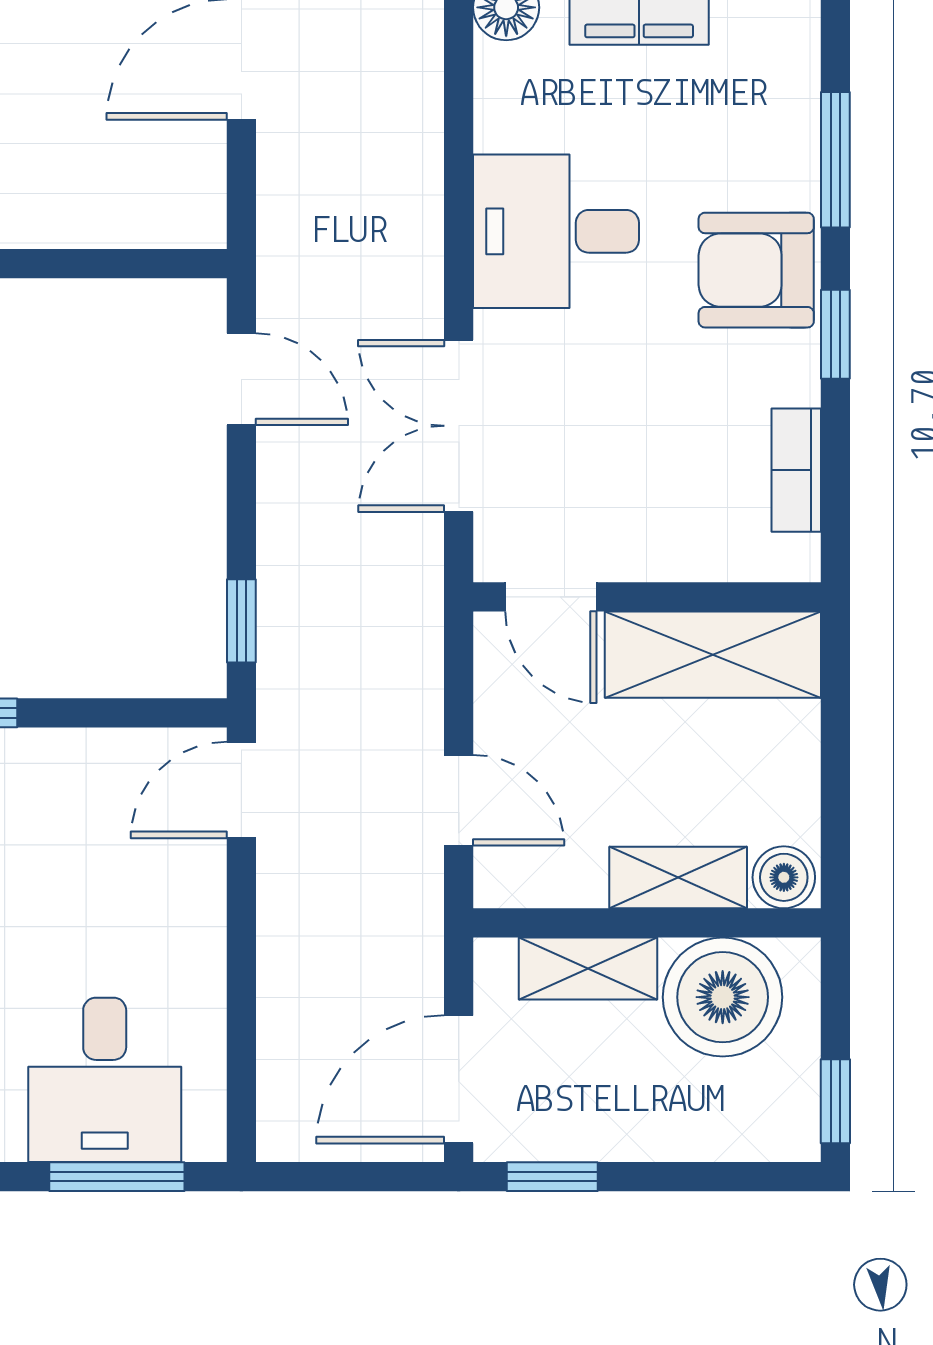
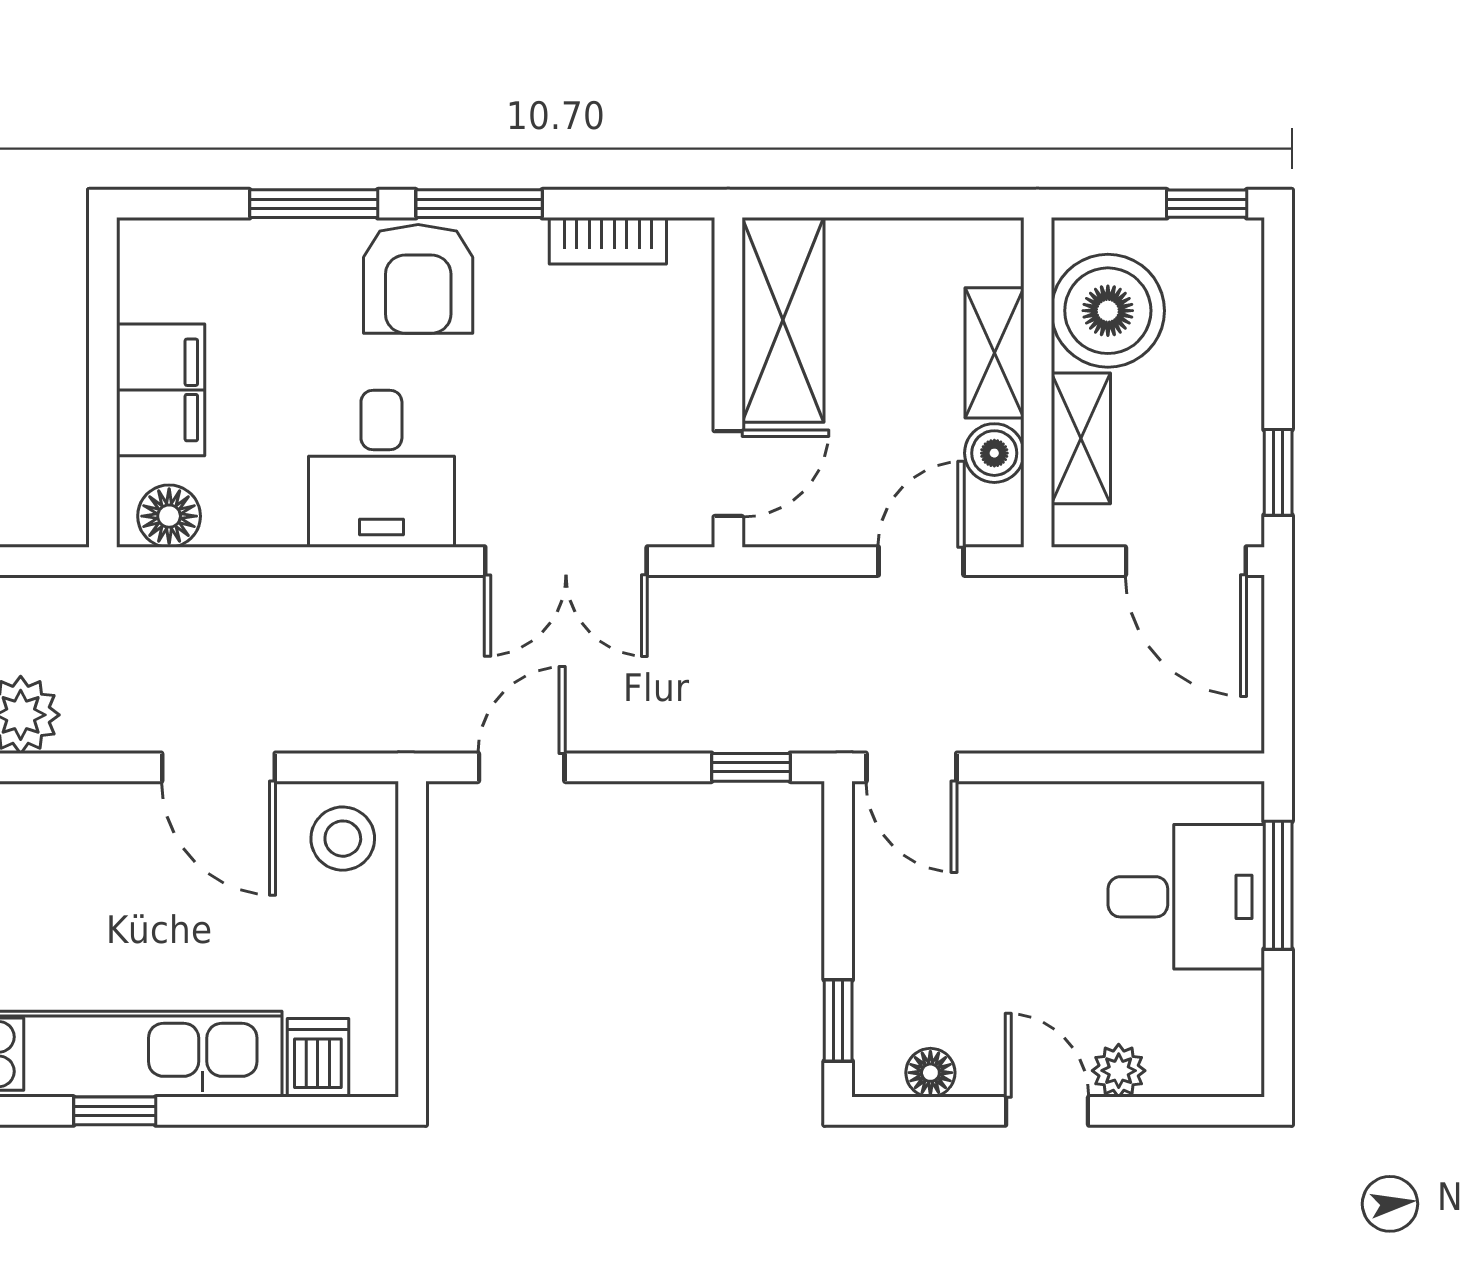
stool: (166, 191) -> (343, 839), added
window: (835, 334) -> (479, 204), width x1.50
boiler: (784, 877) -> (994, 453), moved

